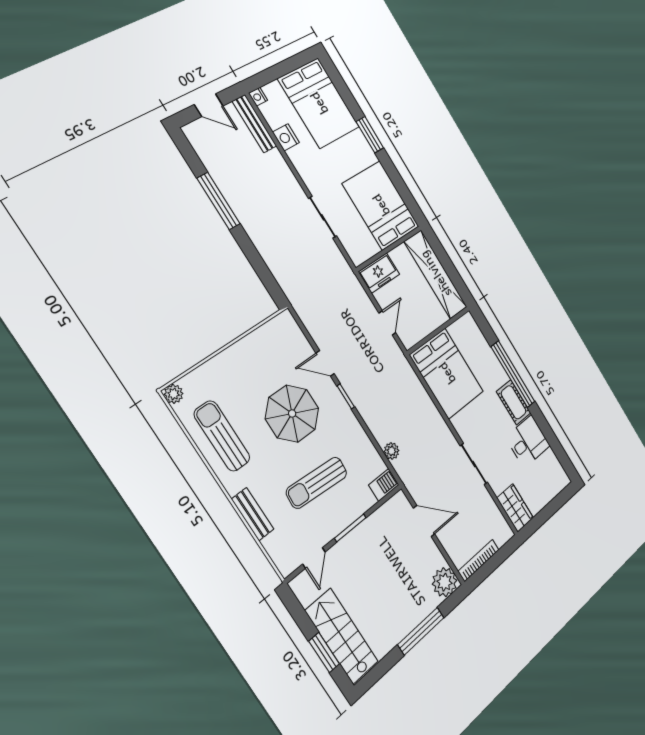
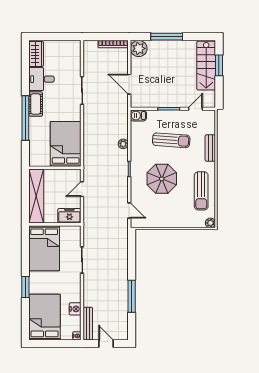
door: (325, 363) -> (129, 210), moved
plant: (392, 451) -> (123, 144), moved
wardrobe: (515, 508) -> (36, 54), moved, turned 180

